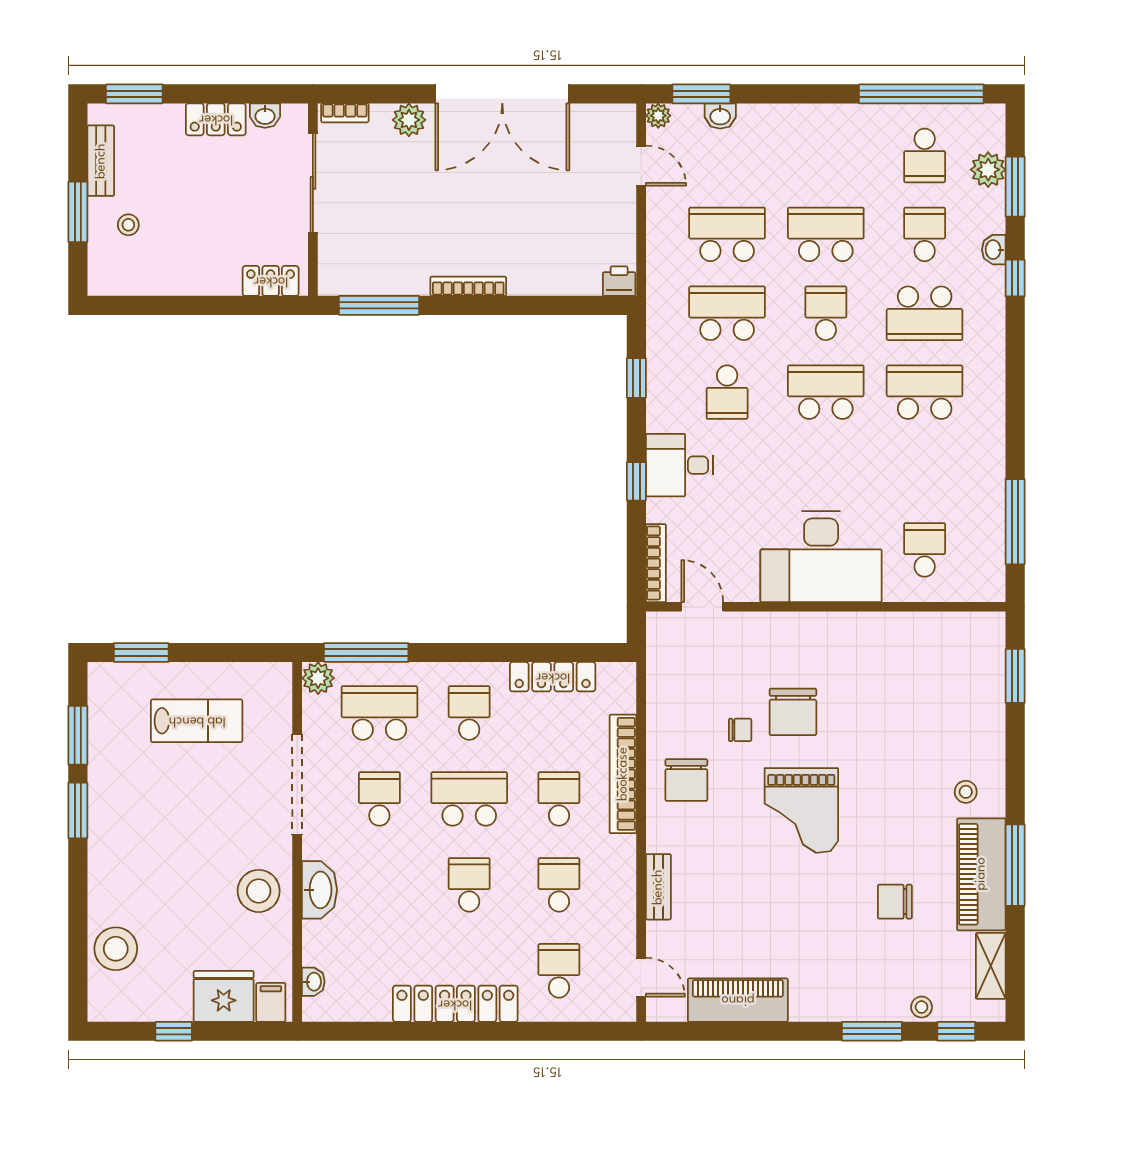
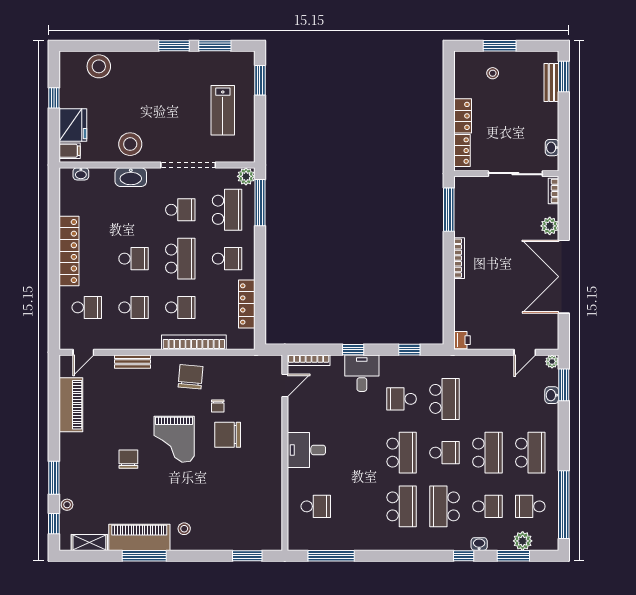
locker: (216, 119) -> (463, 116), moved, turned 180
bench: (101, 161) -> (551, 82), moved, turned 90
school desk: (727, 234) -> (530, 453), moved
desk: (821, 557) -> (306, 450), width x0.53, depth x0.77
chair: (686, 780) -> (191, 377), turned 95
grand piano: (801, 810) -> (174, 439), turned -90
chair: (895, 902) -> (128, 459), moved

